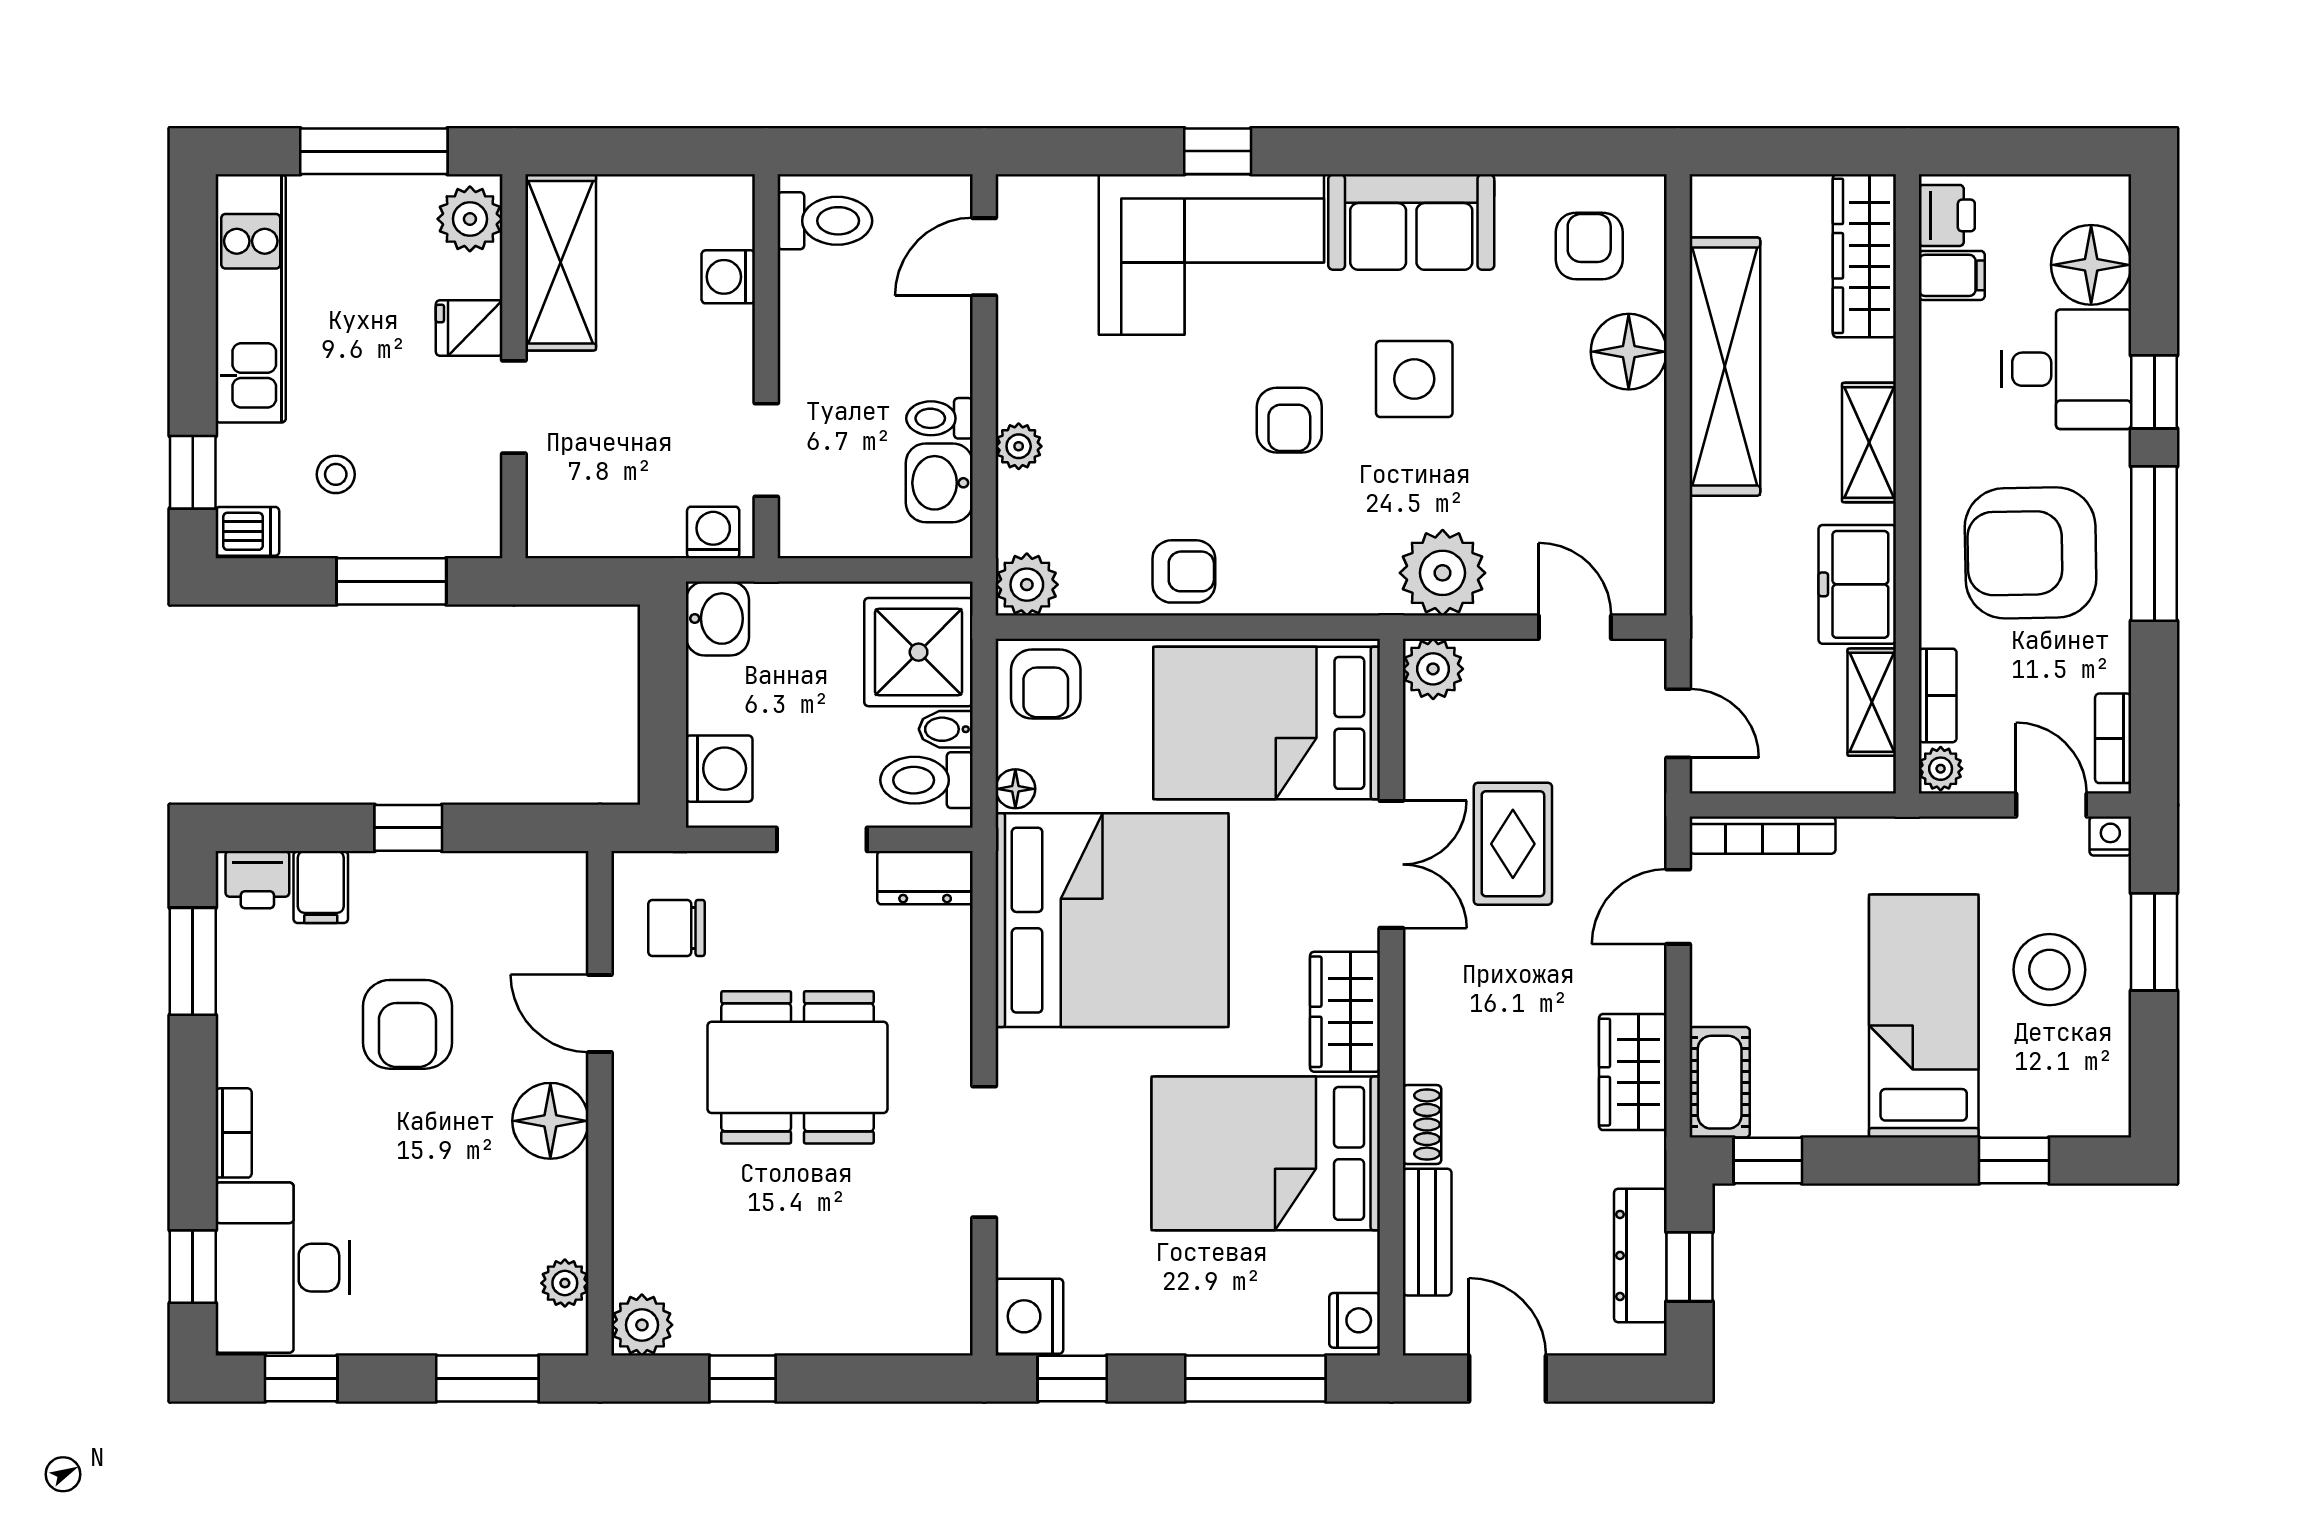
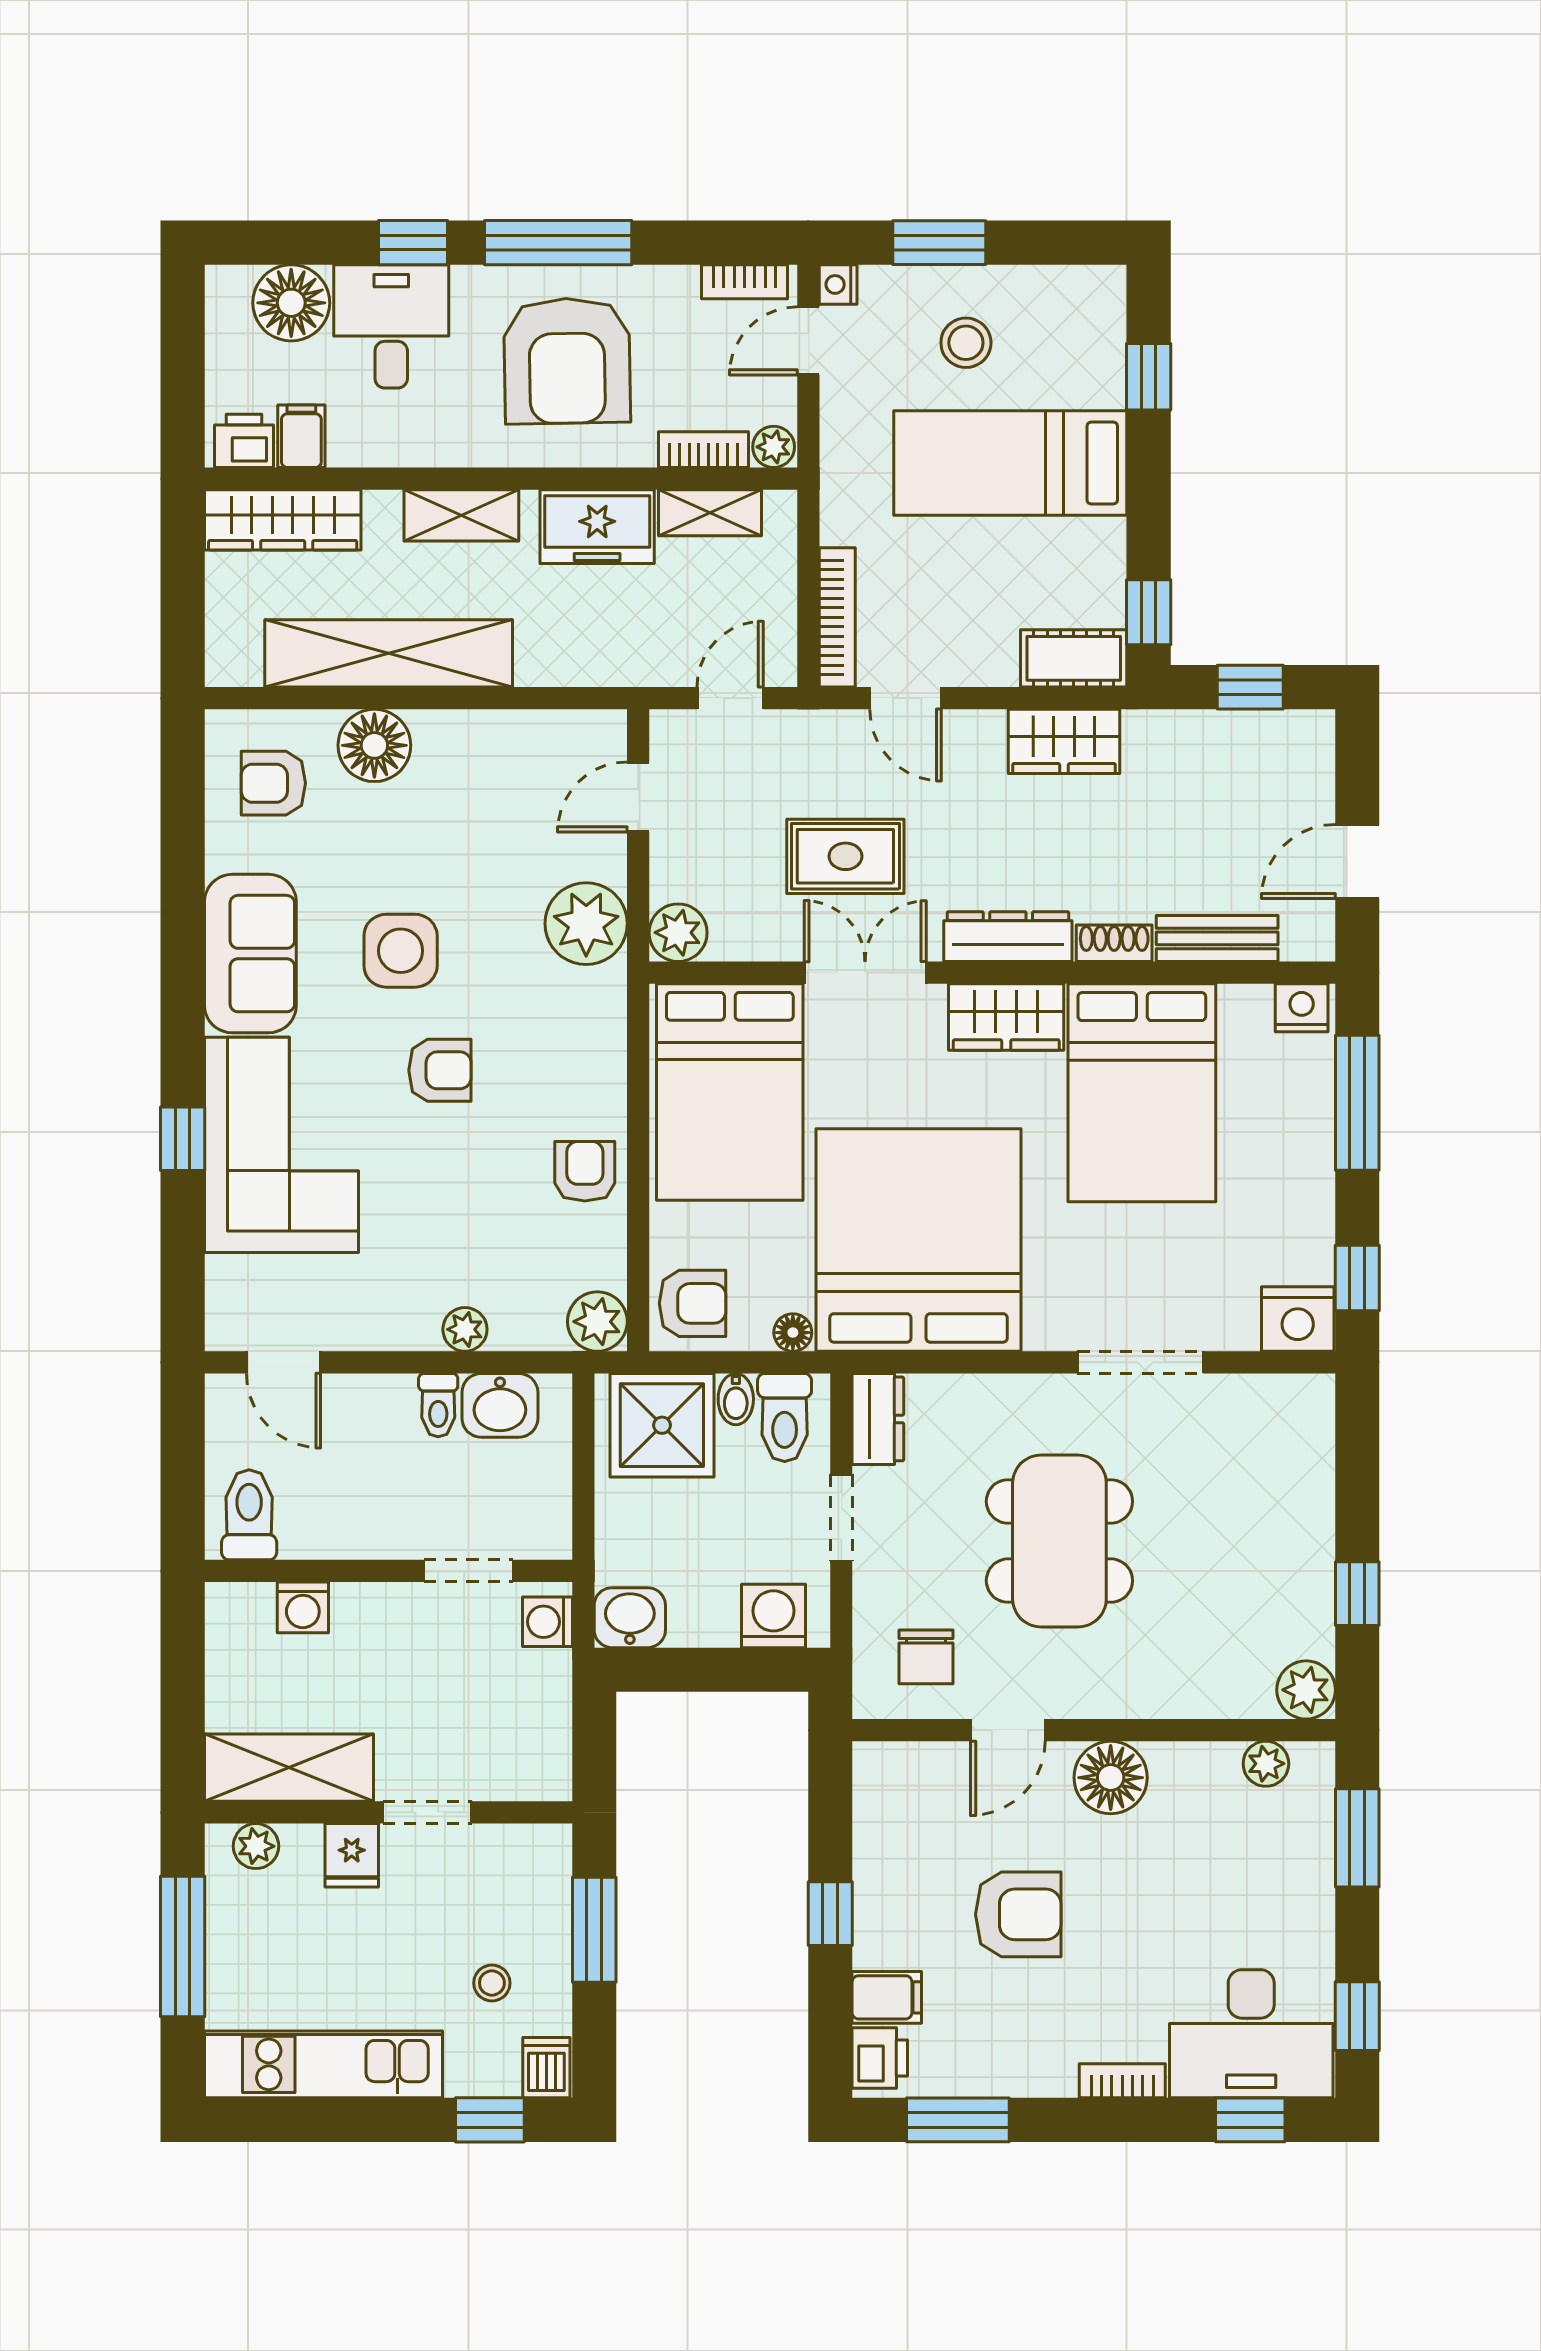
plant: (470, 219) -> (256, 1846), width x0.73, depth x0.73
stool: (2049, 970) -> (966, 343), width x0.73, depth x0.73
dresser: (1640, 1255) -> (1008, 937), moved, turned 180

